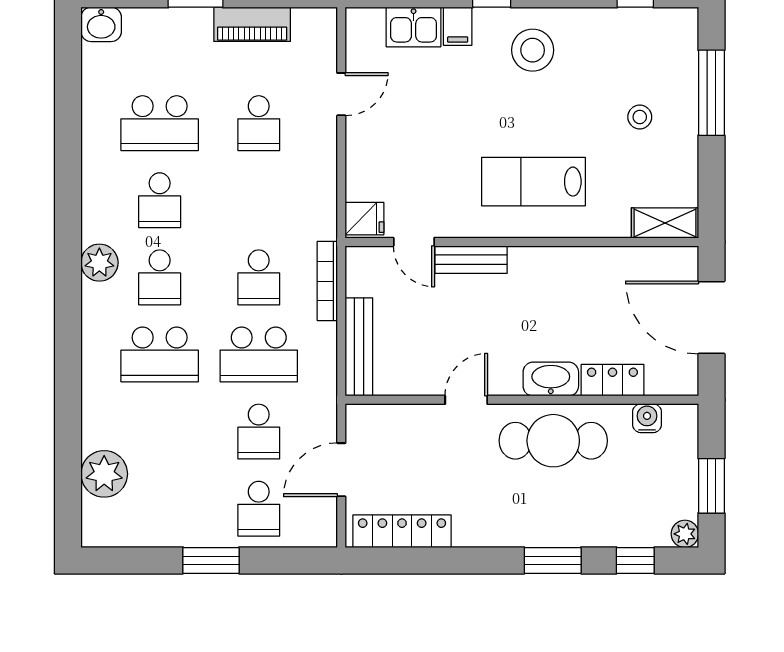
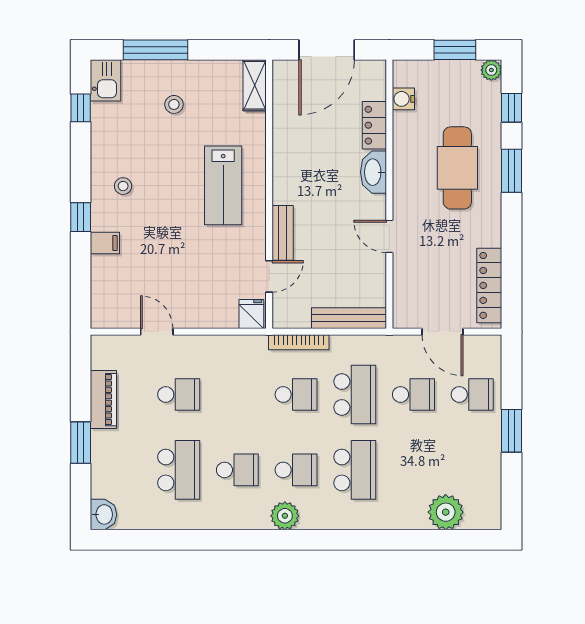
kitchen sink: (414, 27) -> (105, 80), moved
stool: (533, 50) -> (123, 186), width x0.53, depth x0.53
cafe table: (553, 441) -> (457, 168), moved

